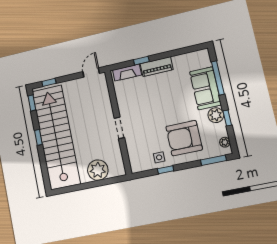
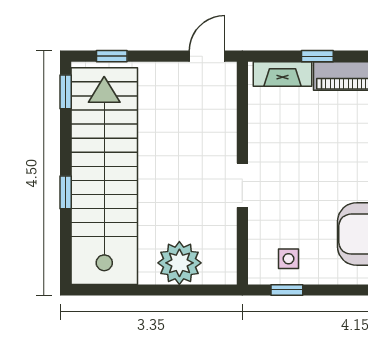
window: (38, 137) -> (66, 192), moved
side table: (159, 157) -> (288, 259), moved
window: (166, 170) -> (287, 290), moved

